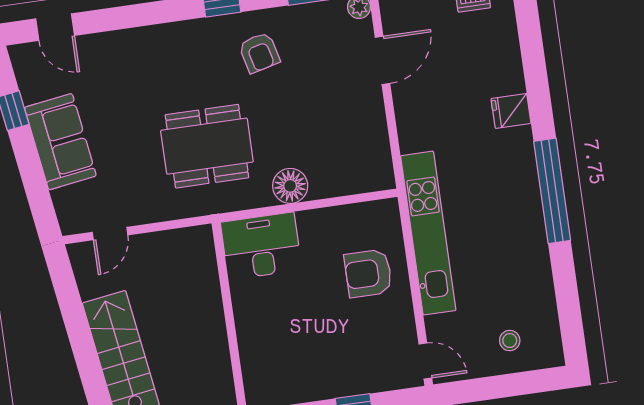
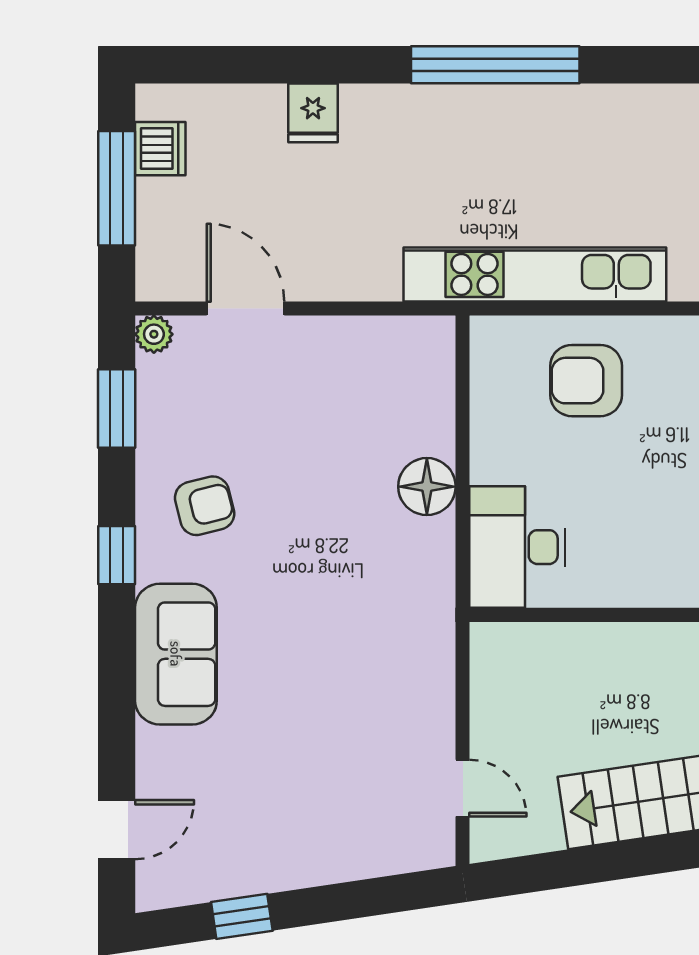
fridge: (511, 111) -> (313, 113), moved
sofa: (60, 142) -> (176, 654), moved, turned 98
dining table: (207, 146) -> (344, 612), removed
armchair: (368, 273) -> (586, 381), turned 90

